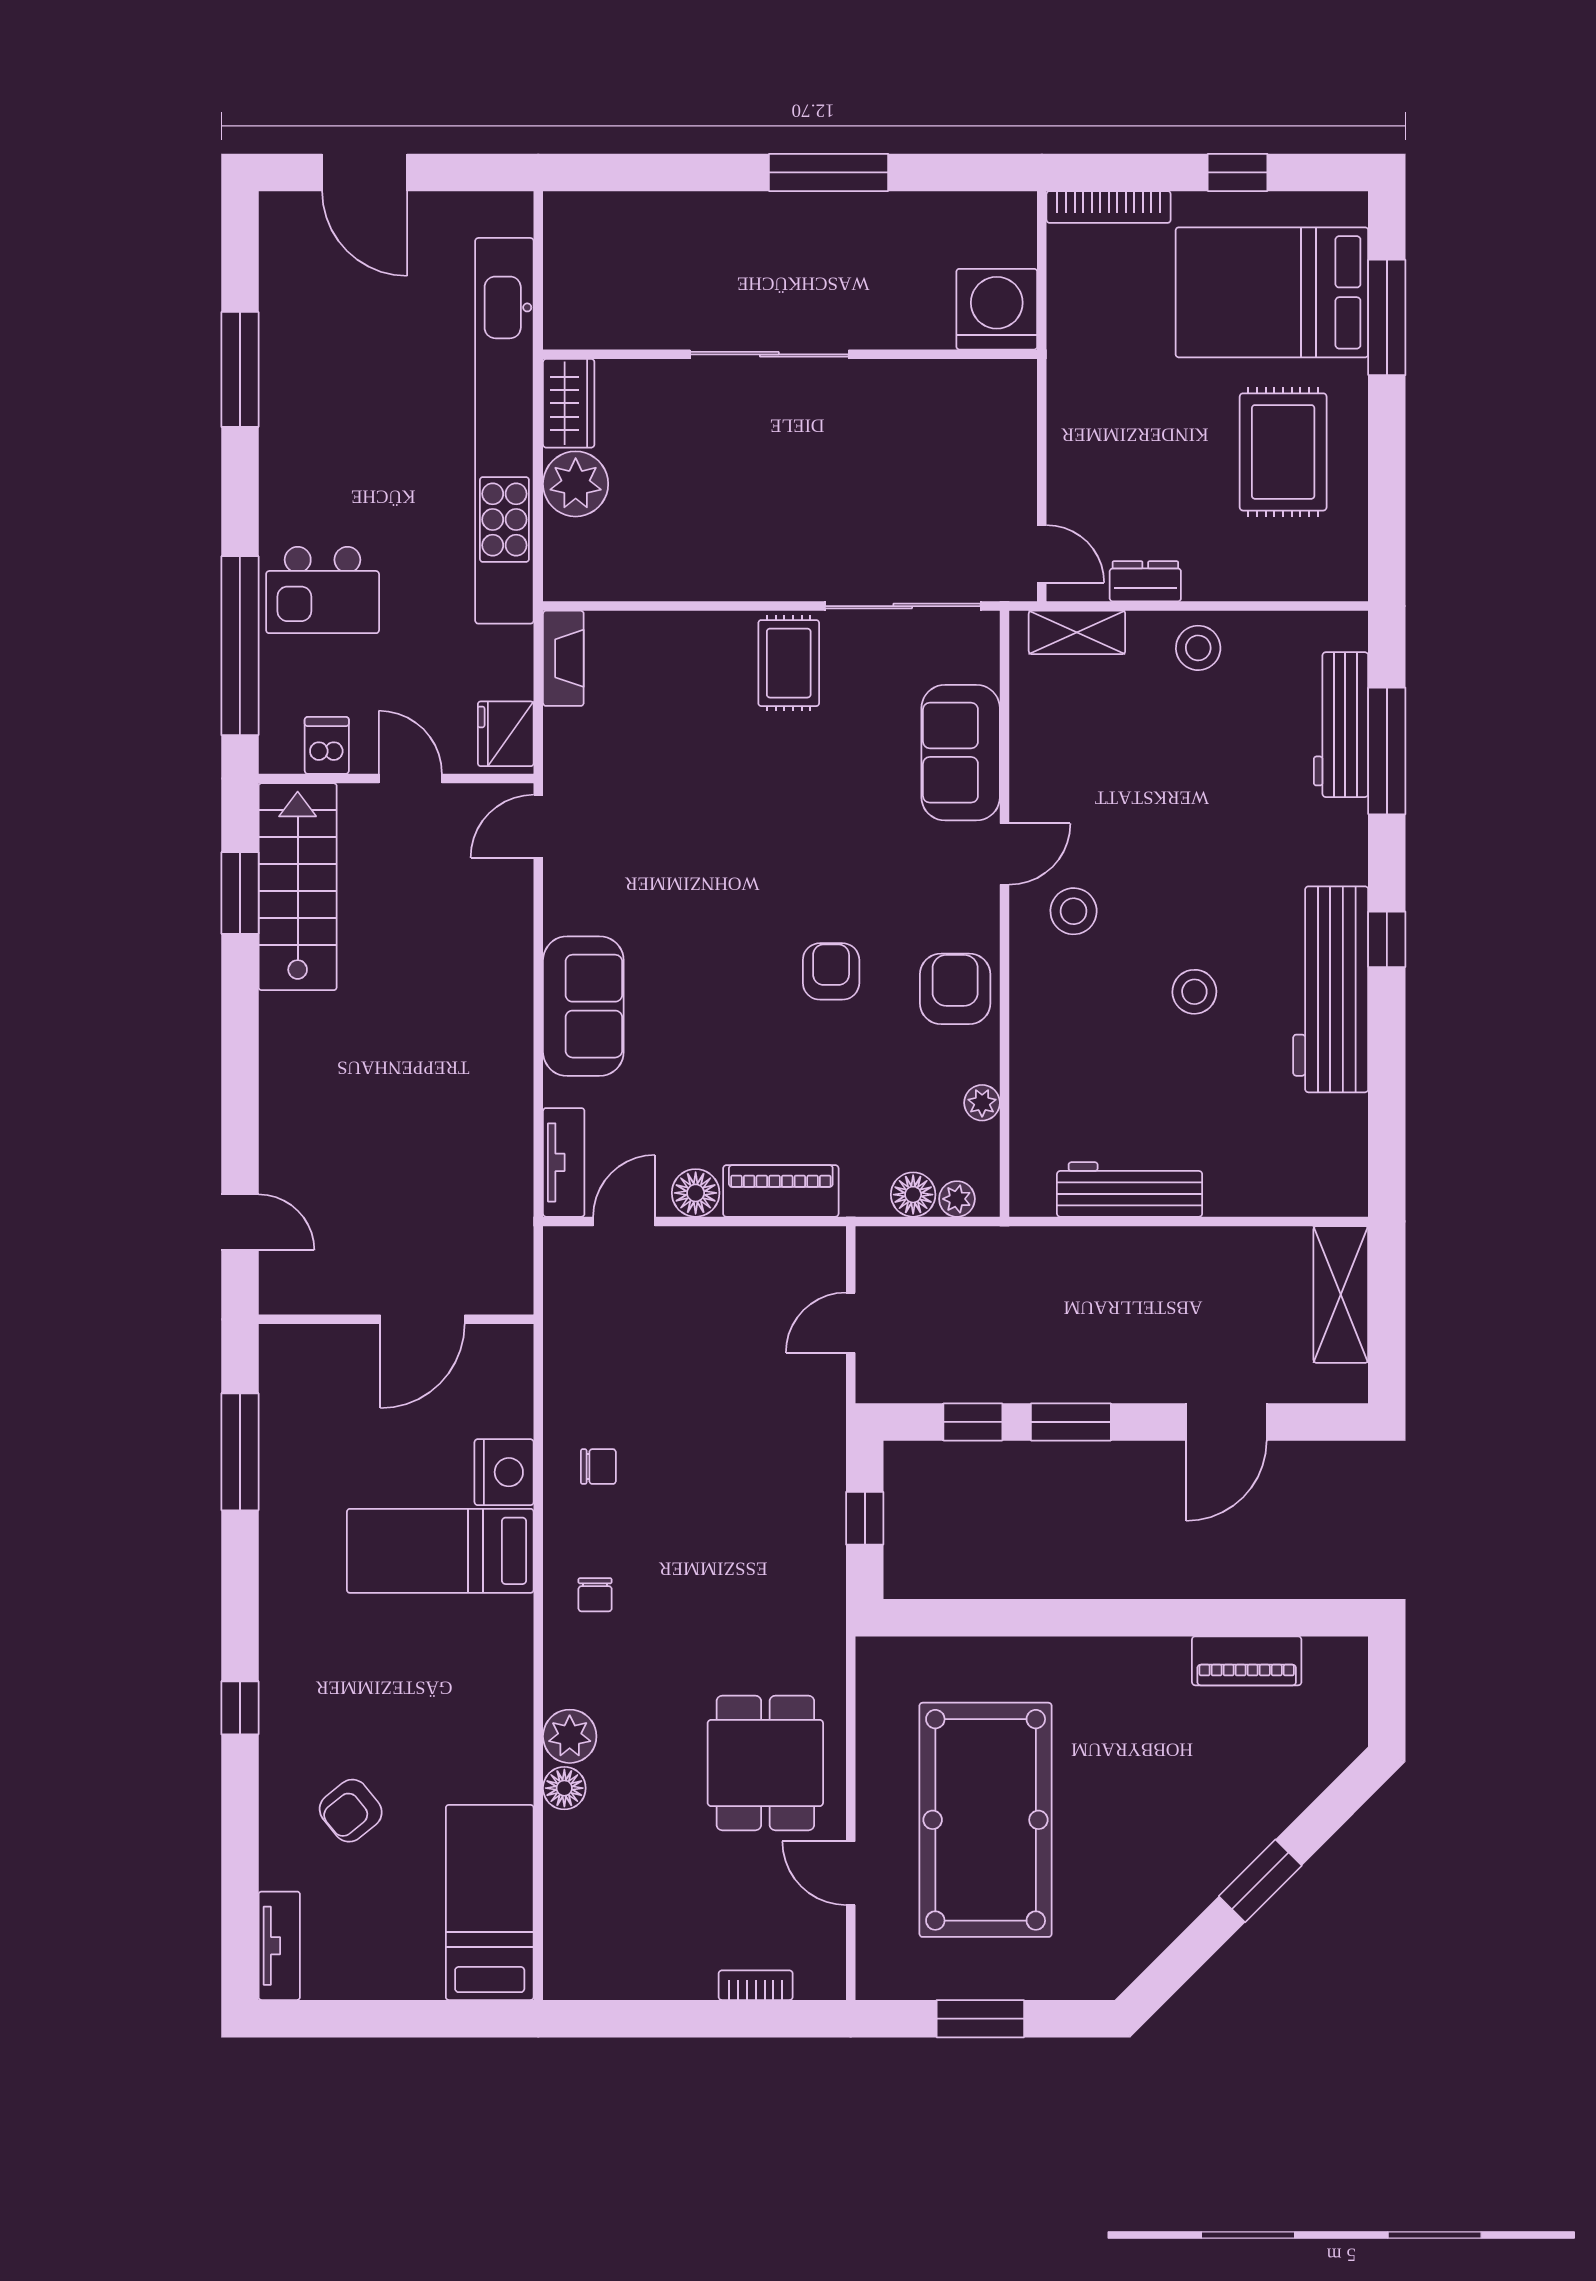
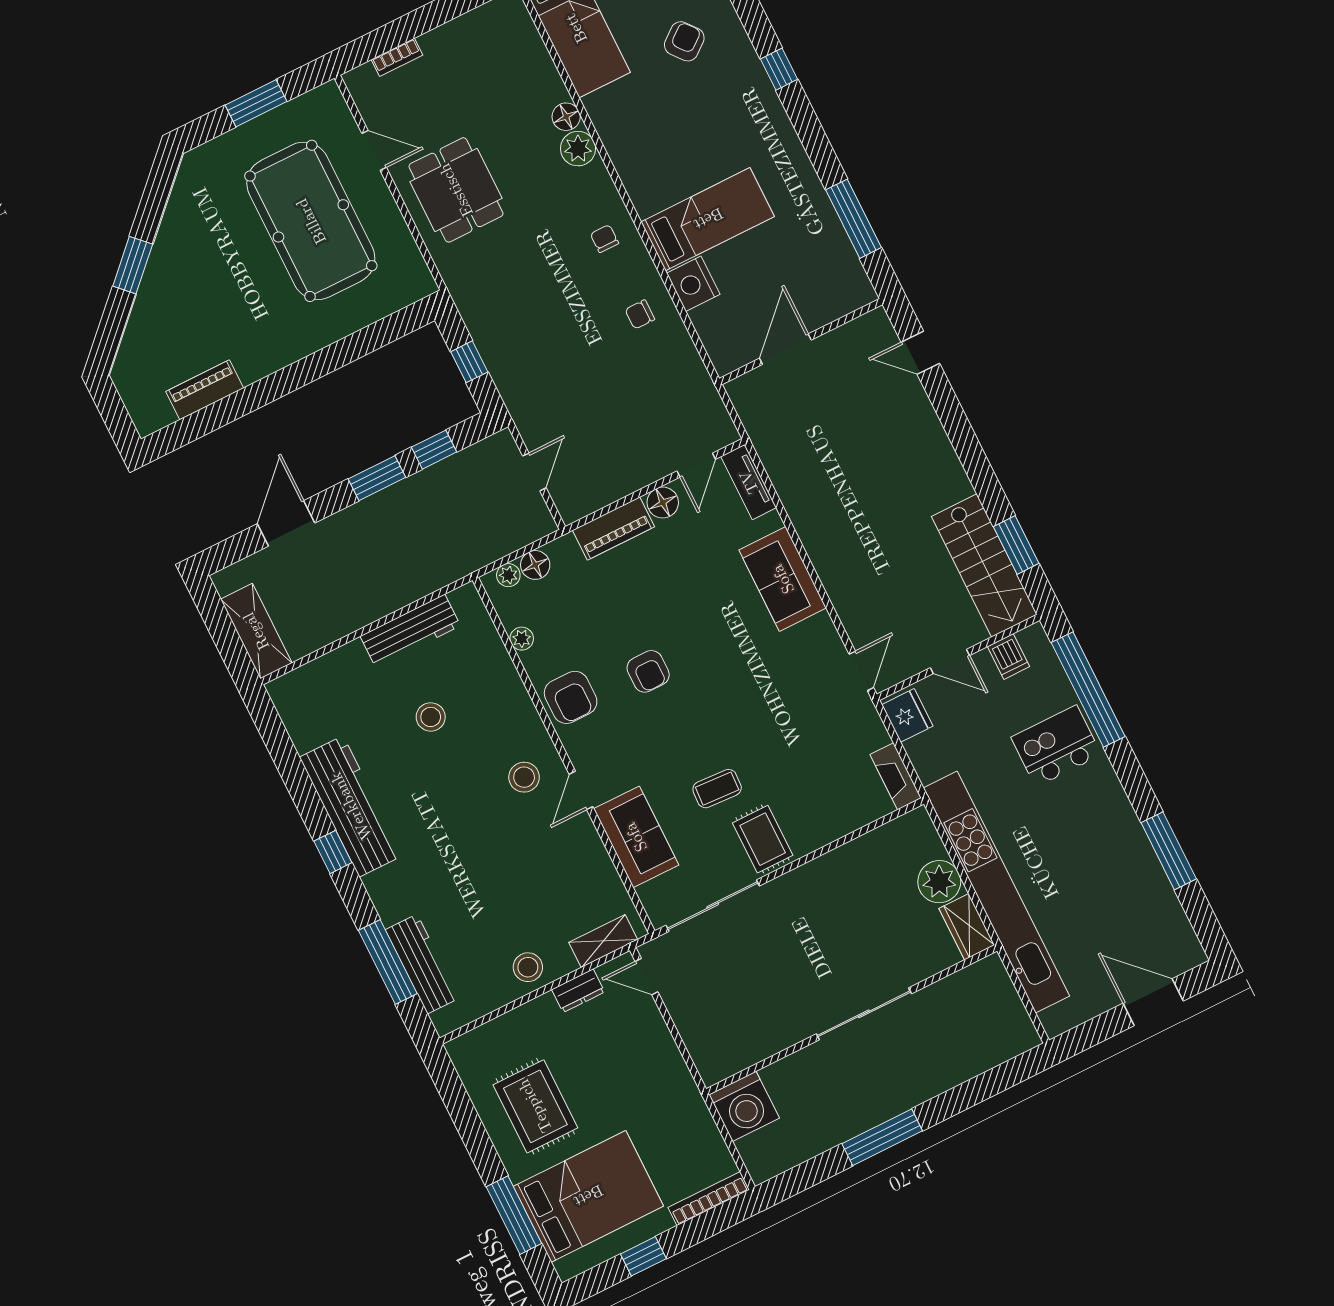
coffee table: (817, 764) -> (717, 789), added
stool: (1194, 992) -> (431, 717), moved

